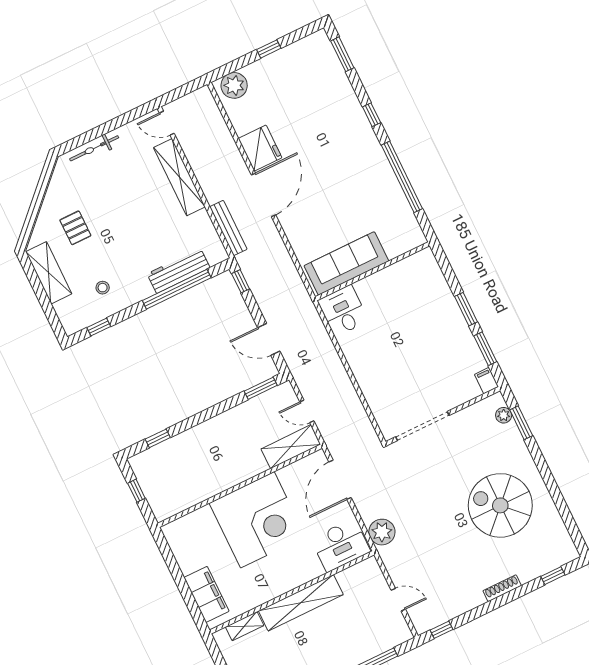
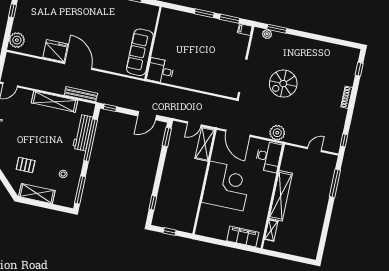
shelving: (179, 177) -> (54, 102), moved
window: (99, 327) -> (80, 190), width x2.17
spiral stairs: (500, 505) -> (283, 84), moved, width x0.73, depth x0.73

